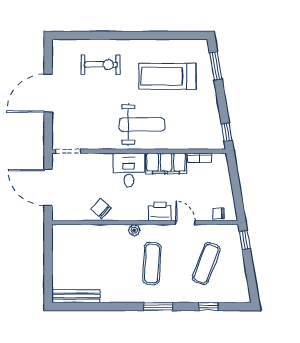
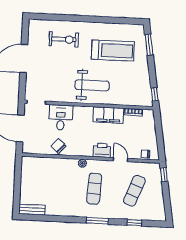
treadmill: (168, 76) -> (113, 51), turned 180
desk: (129, 170) -> (61, 117), moved
bench: (76, 296) -> (32, 210), width x0.73

